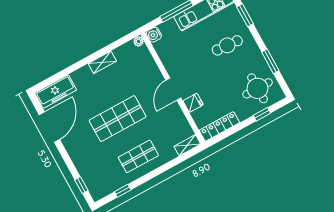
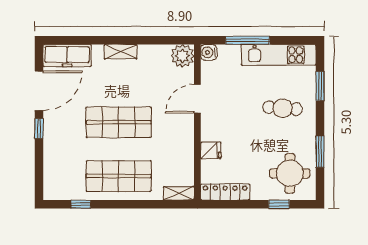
plant: (139, 41) -> (182, 56), width x1.87, depth x1.87
shelving: (102, 62) -> (121, 52), moved
door: (173, 89) -> (197, 99), moved
shop shelf: (138, 156) -> (119, 176), width x1.43, depth x1.36
window: (81, 185) -> (39, 129), moved

